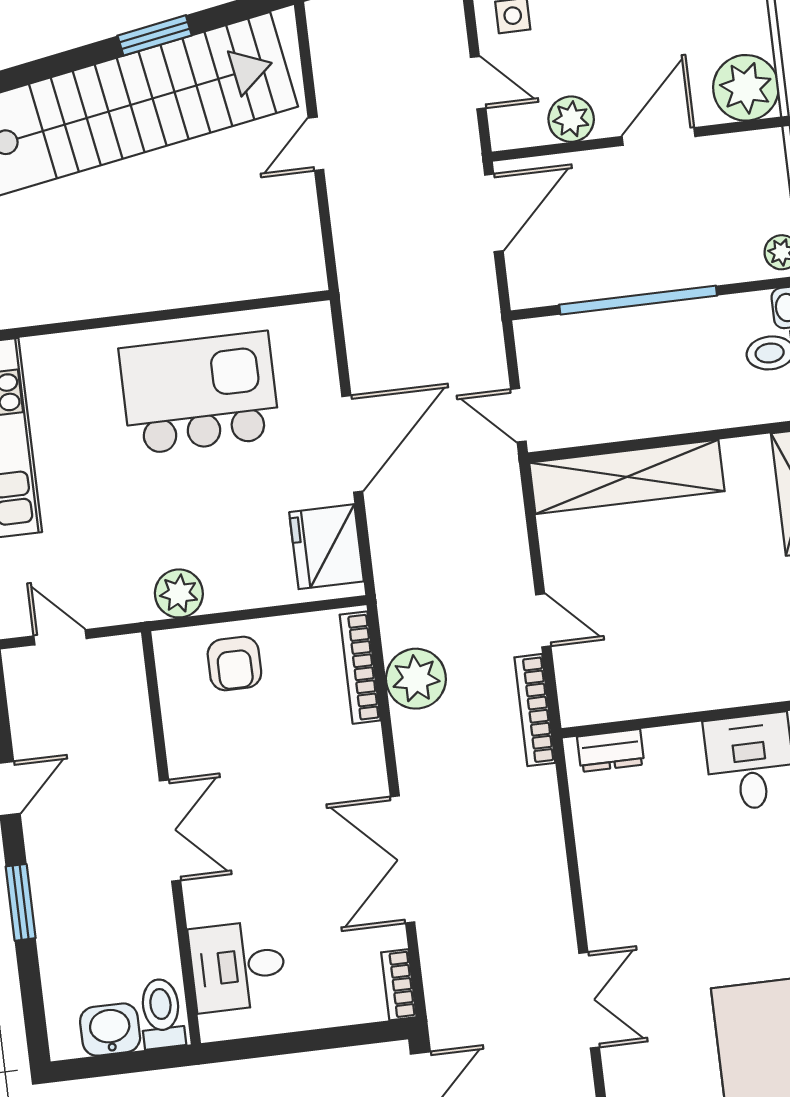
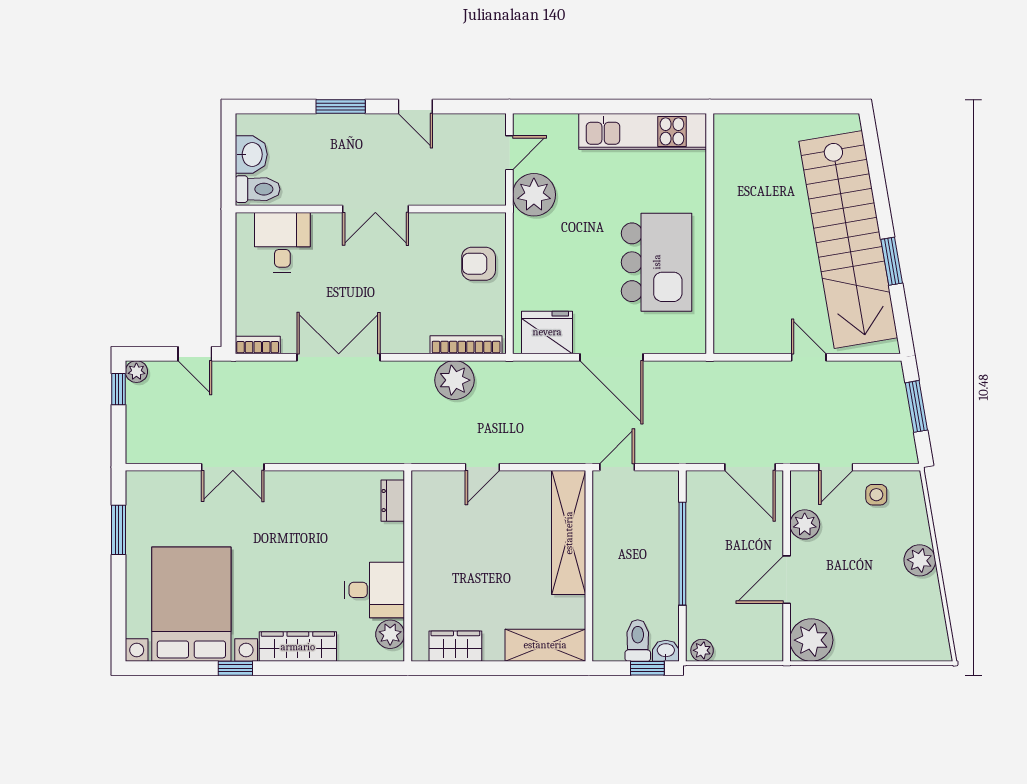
door: (659, 137) -> (787, 580), swing flipped
plant: (179, 593) -> (534, 195), moved, width x1.36, depth x1.36
bookcase: (535, 710) -> (425, 455), removed

